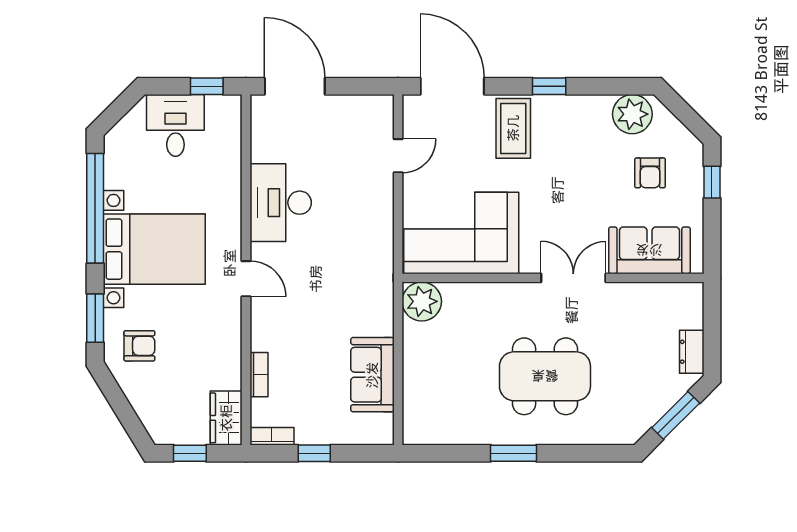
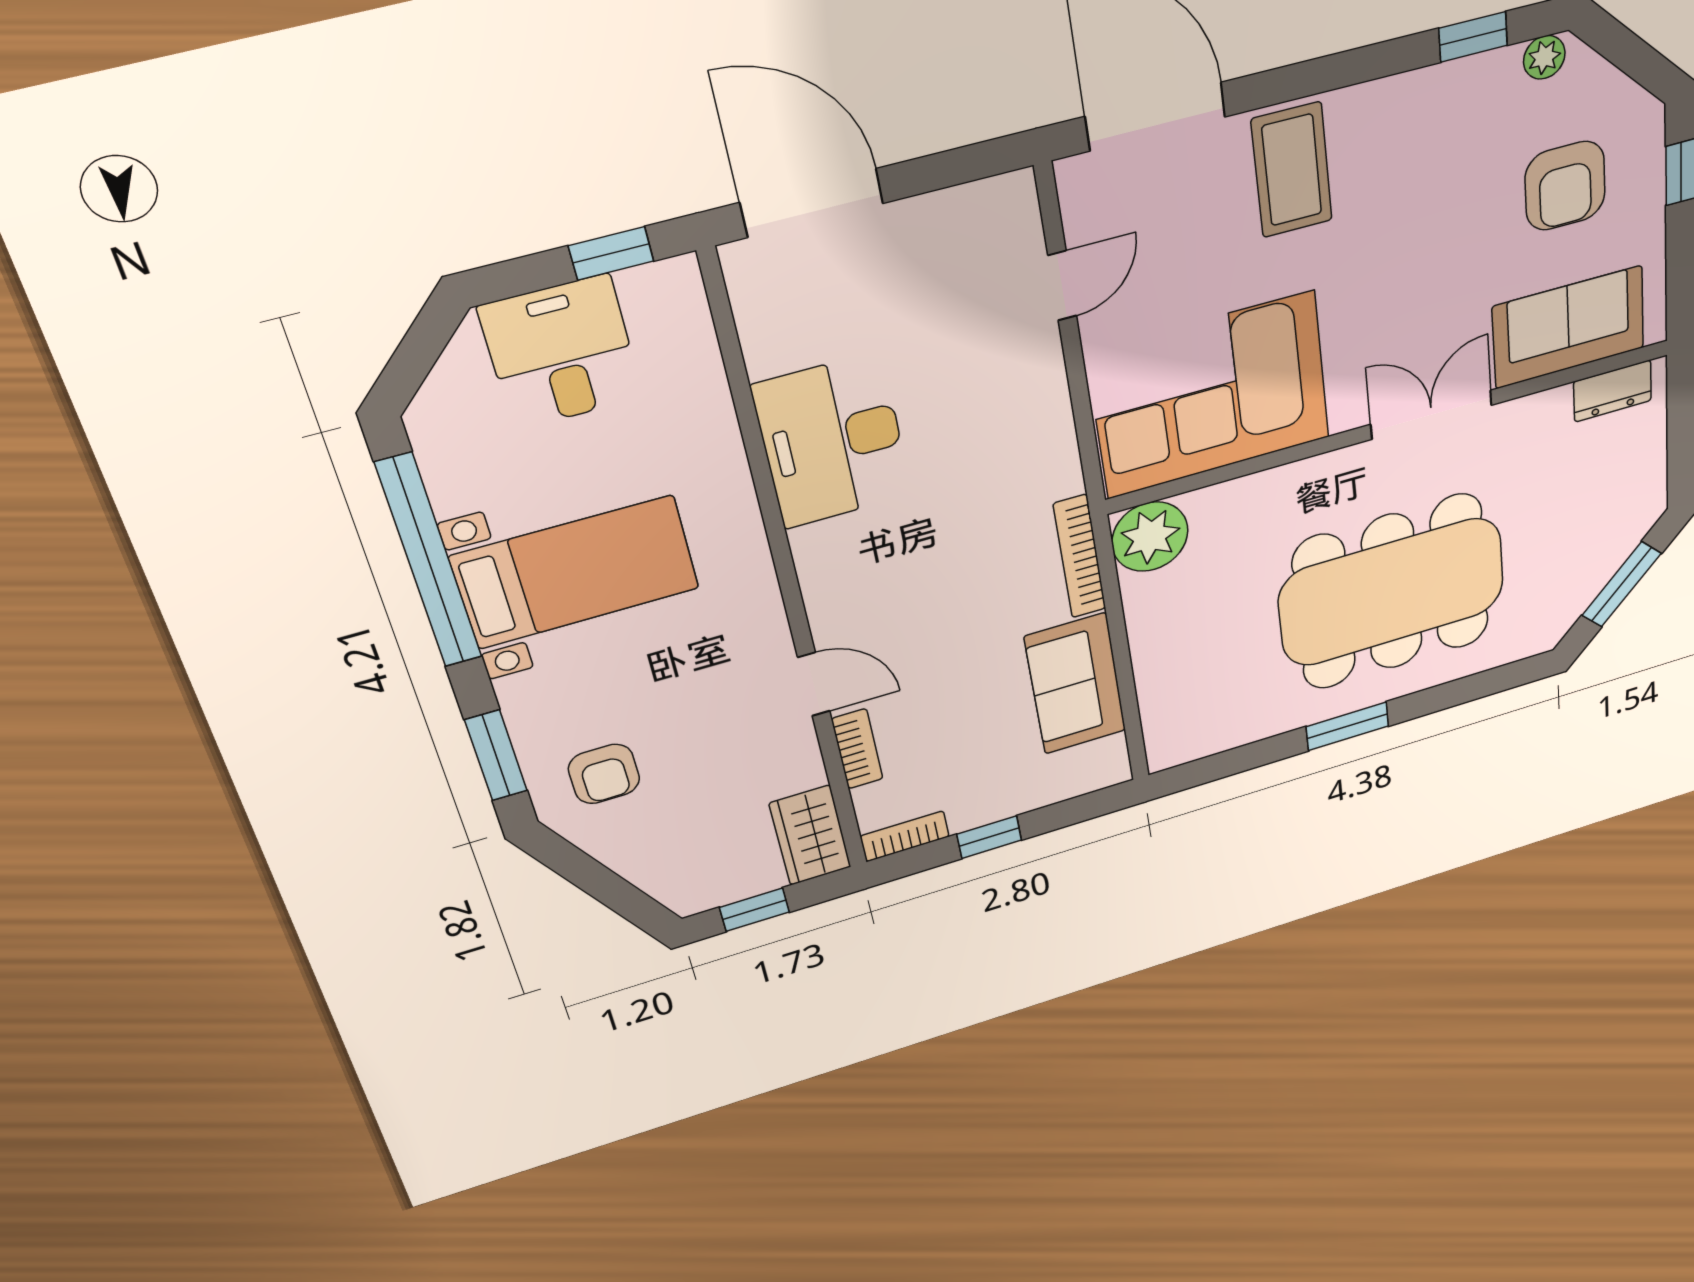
window: (549, 86) -> (1473, 37), moved
plant: (632, 114) -> (1544, 57), width x0.53, depth x0.53
armchair: (650, 173) -> (1565, 186), width x1.38, depth x1.38
bed with nightstands: (154, 249) -> (576, 572), width x0.73
door: (246, 279) -> (814, 684), moved
bookcase: (385, 301) -> (1080, 557), added
armchair: (139, 346) -> (604, 774), turned 90
dresser: (692, 352) -> (1613, 391), moved, turned -90
dining table: (545, 376) -> (1392, 592), width x1.36, depth x1.24

